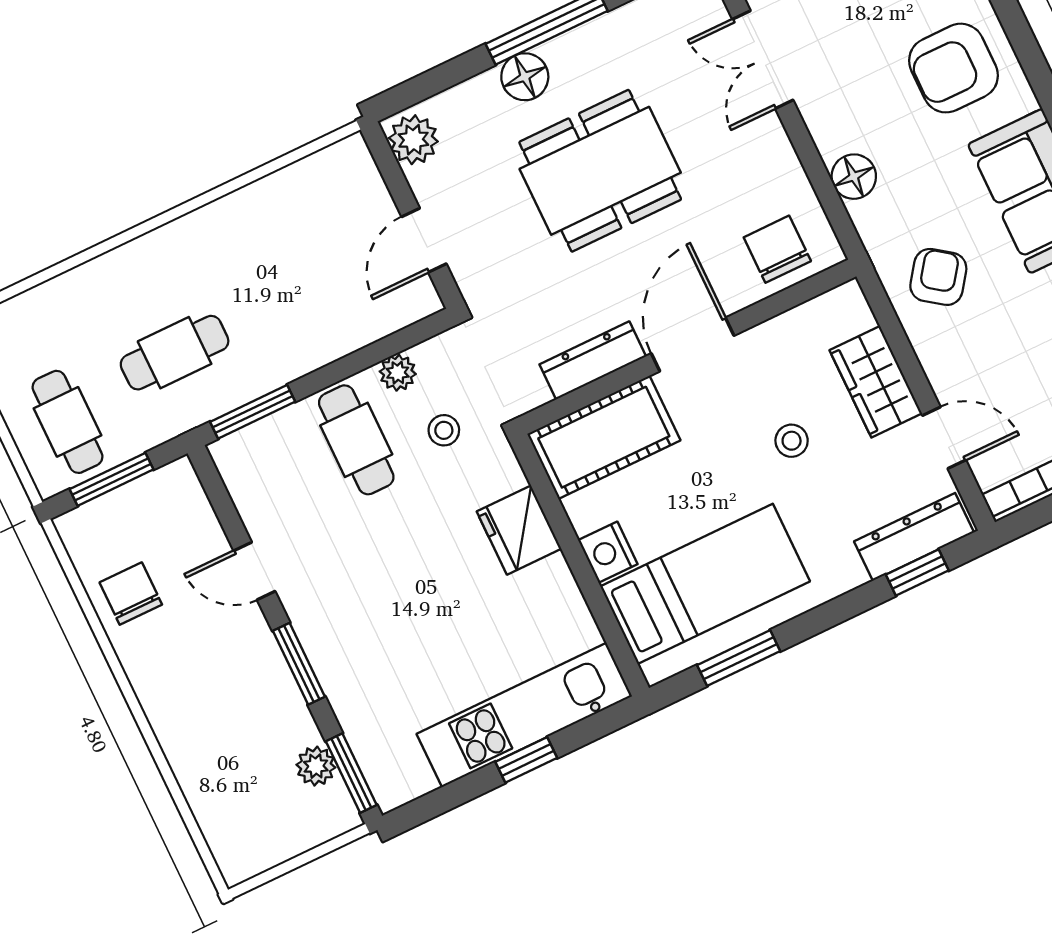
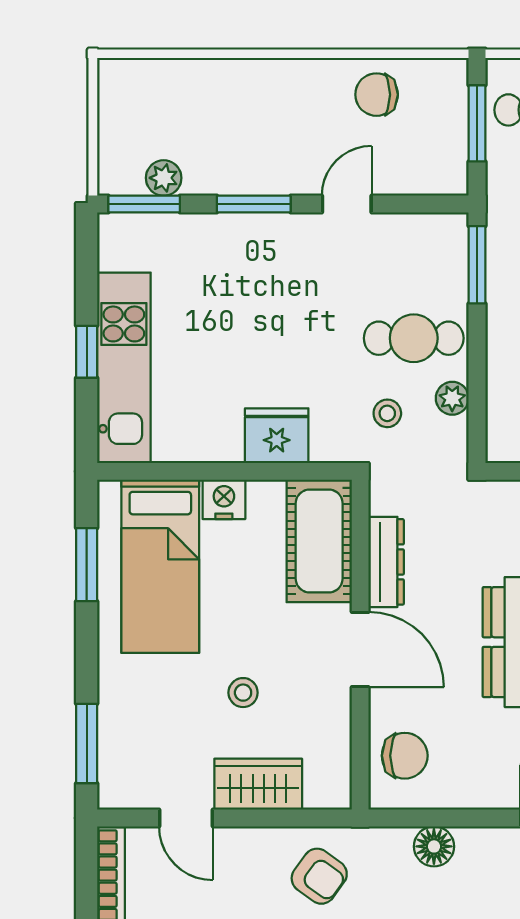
door: (944, 438) -> (186, 818), hinge flipped
dresser: (914, 537) -> (117, 755), removed
window: (917, 573) -> (87, 744), width x1.50
chair: (131, 594) -> (377, 95), turned 180

